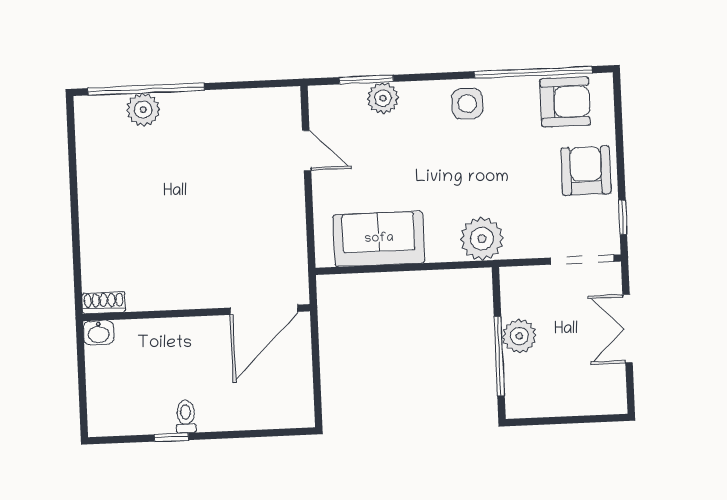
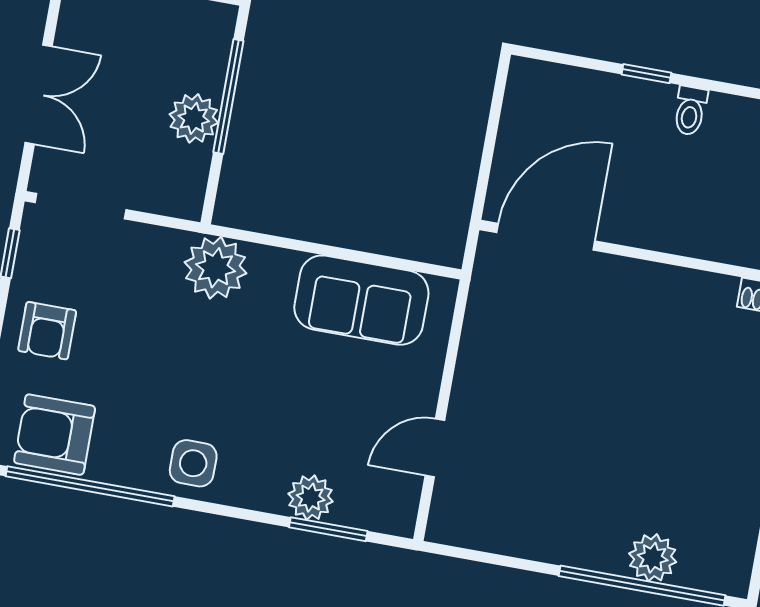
door: (307, 151) -> (435, 448), hinge flipped
armchair: (586, 171) -> (47, 331), width x0.72, depth x0.72
window: (171, 437) -> (646, 74), moved

